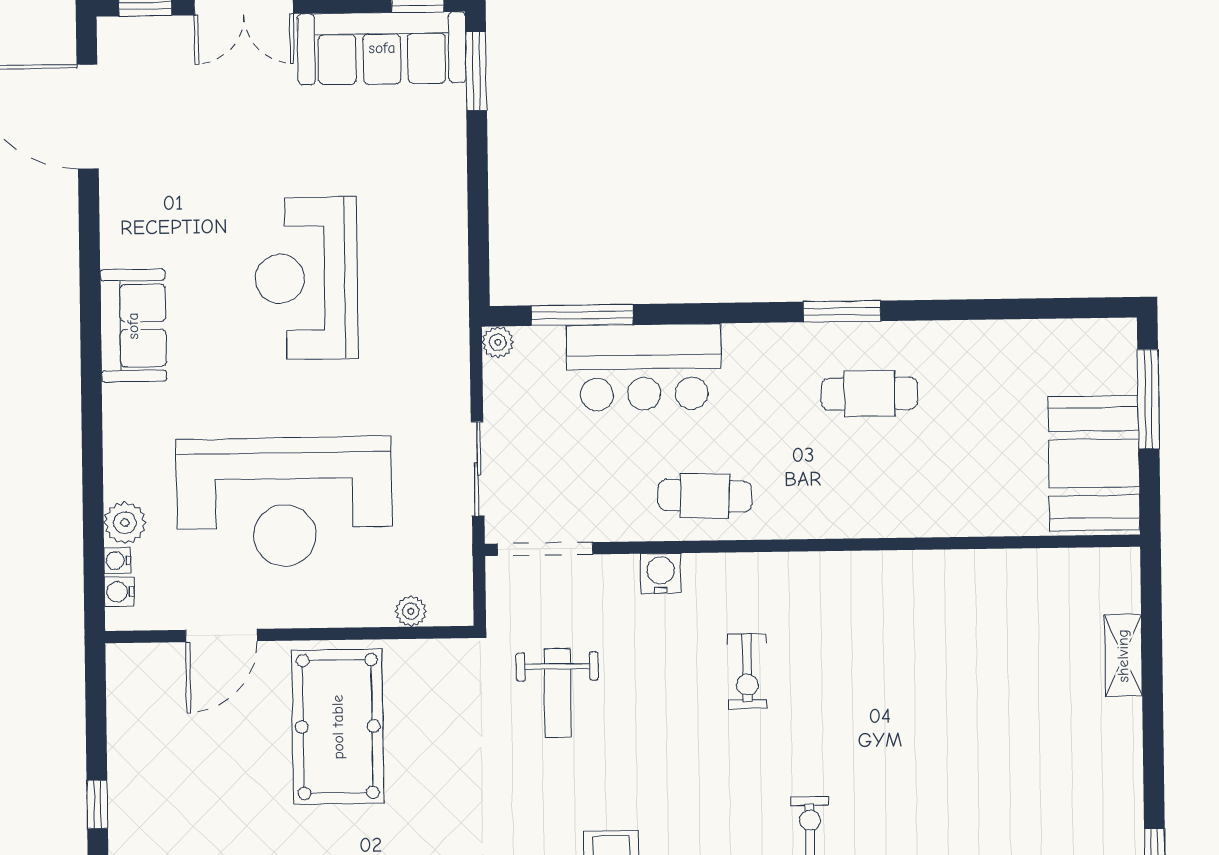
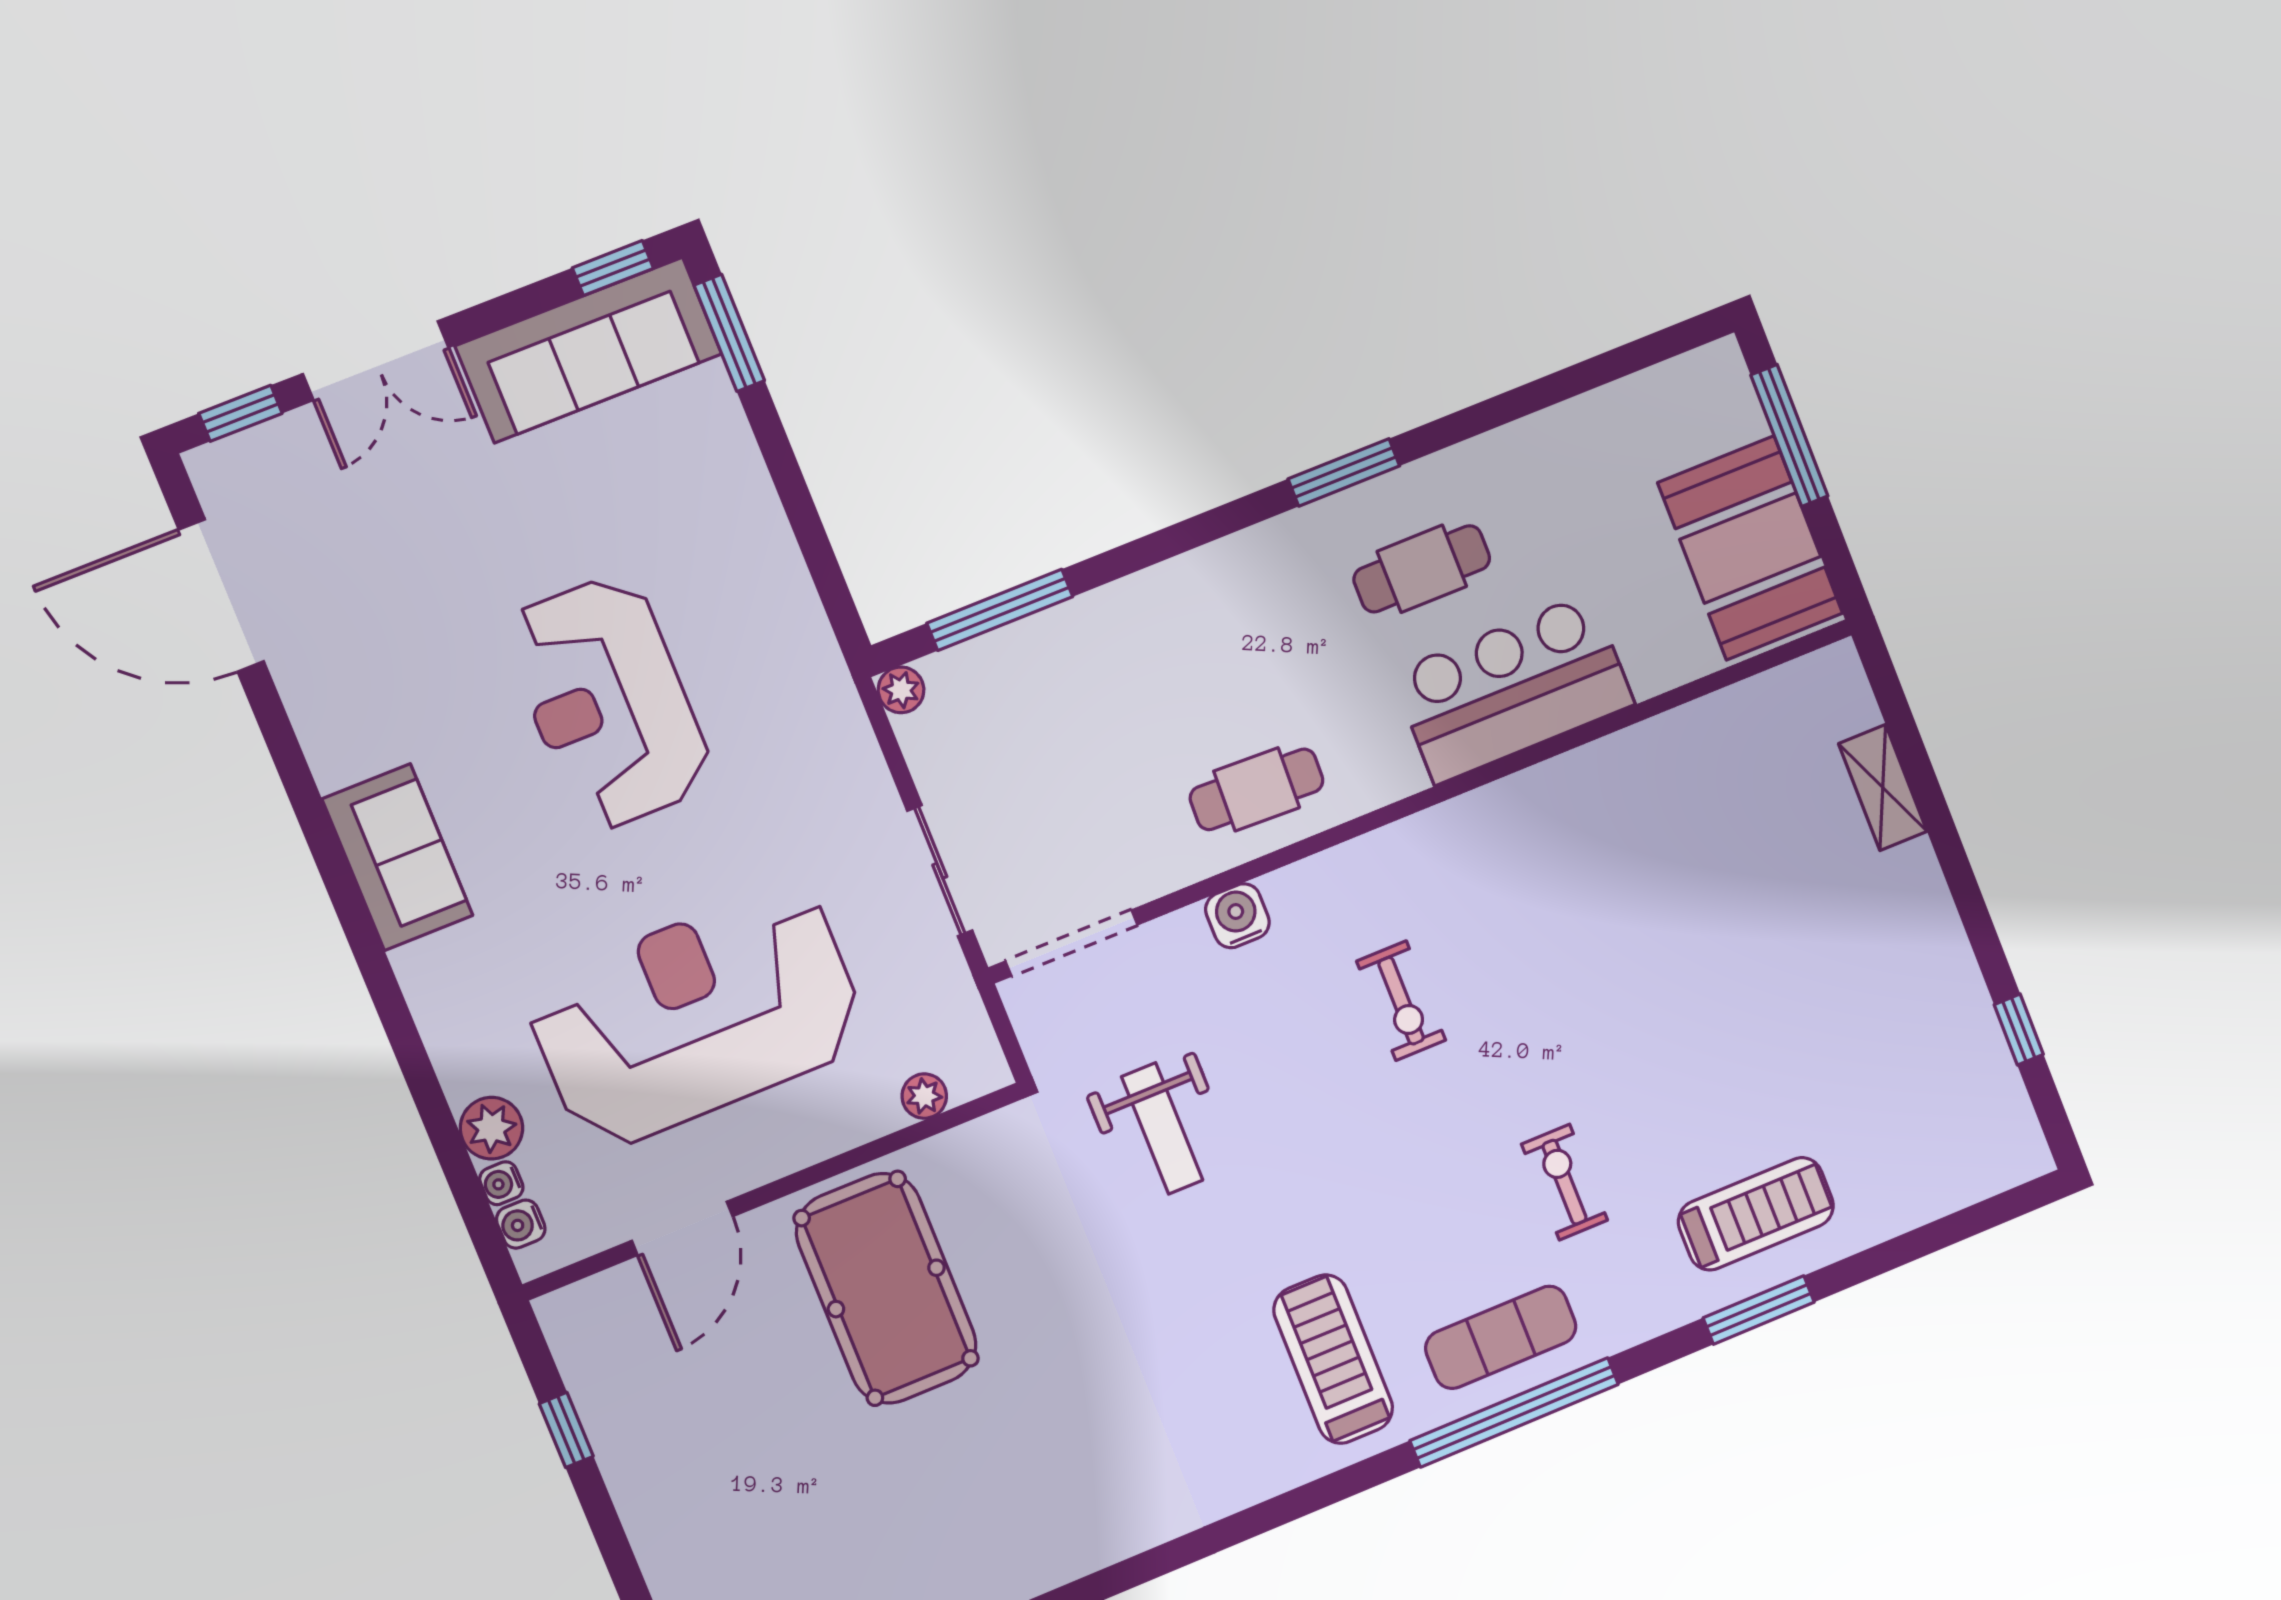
bar counter: (644, 367) -> (1513, 688), moved, turned 180
reception desk: (284, 502) -> (697, 1016), turned 180
window: (97, 804) -> (566, 1430), moved

